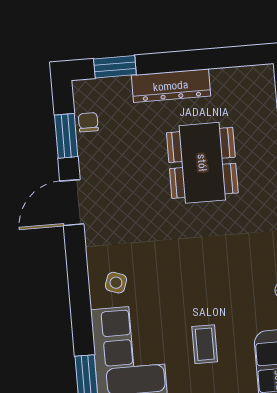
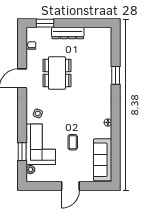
window: (66, 136) -> (22, 50), removed
dining table: (202, 163) -> (57, 73), moved

